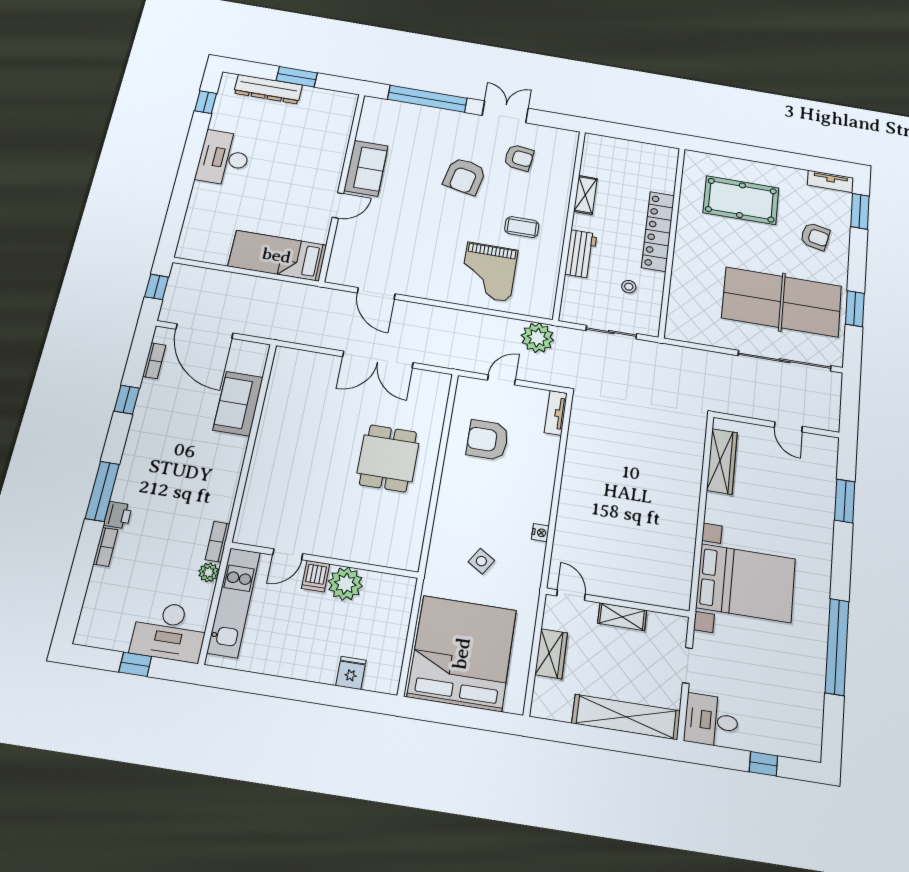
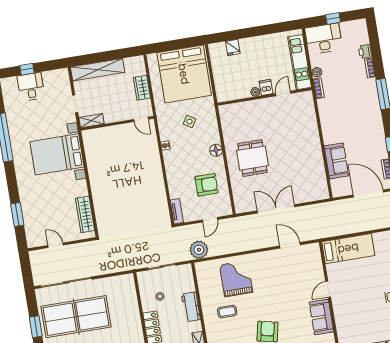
floor lamp: (450, 494) -> (216, 150), added
printer: (118, 515) -> (365, 51), moved
plant: (345, 584) -> (255, 92), width x0.53, depth x0.53
shelving: (622, 617) -> (91, 121), moved
desk: (711, 720) -> (31, 87), moved, turned -90

